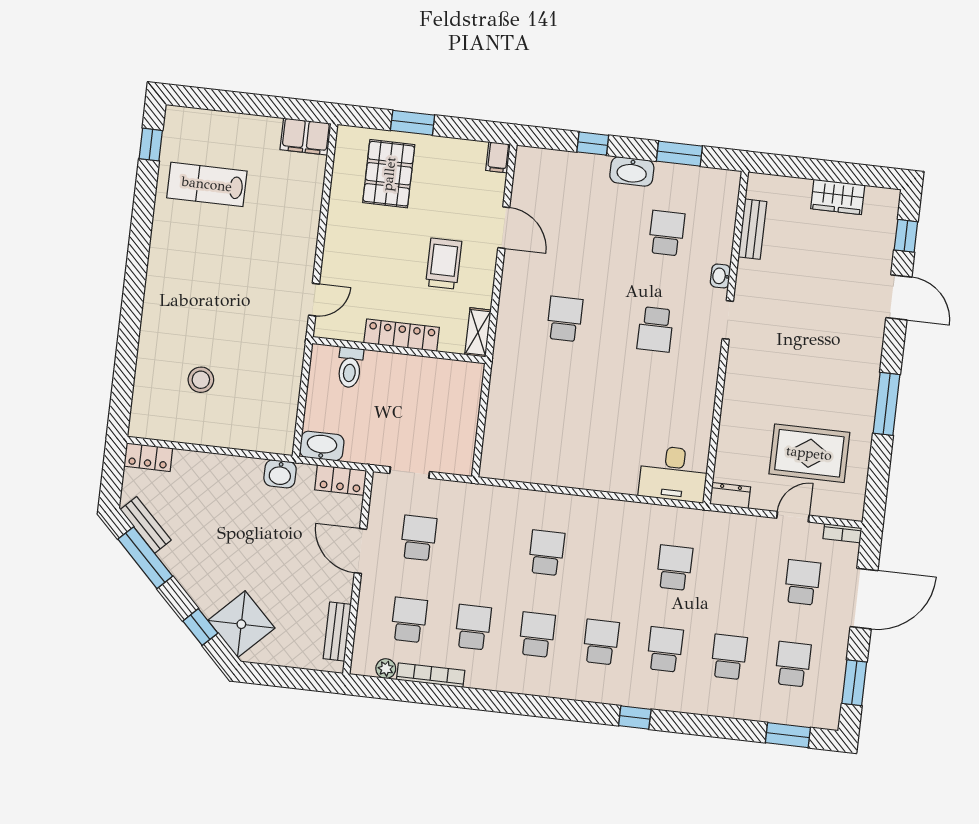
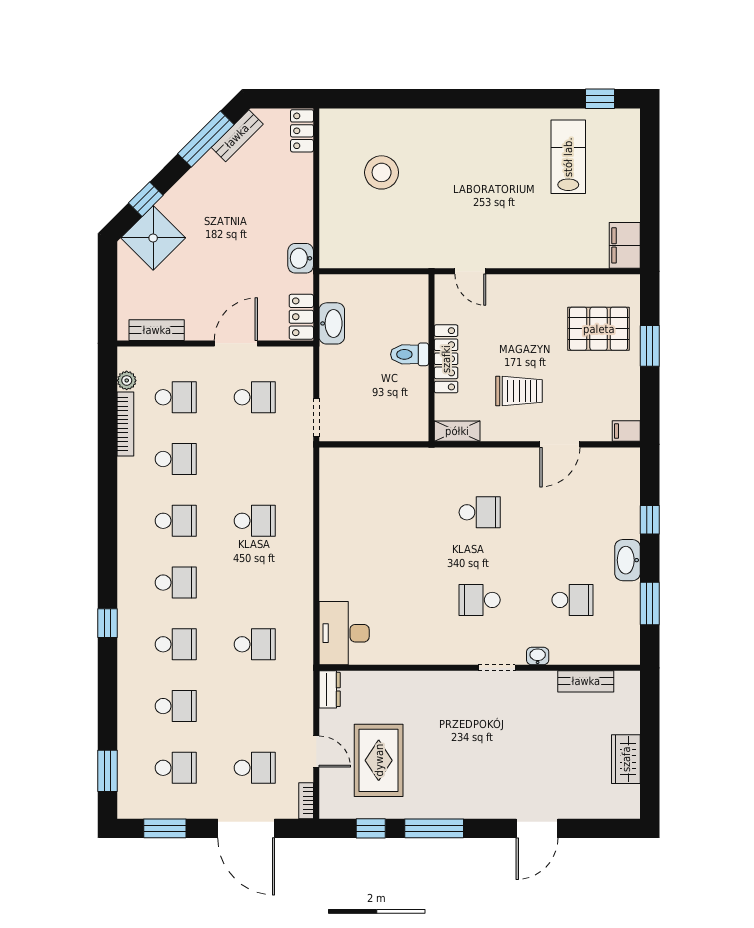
window: (906, 236) -> (371, 828), moved
toilet: (350, 367) -> (410, 354), moved
stool: (201, 380) -> (382, 172), width x1.38, depth x1.38
washbasin: (322, 446) -> (332, 323), moved
doorway: (410, 472) -> (316, 417), moved

